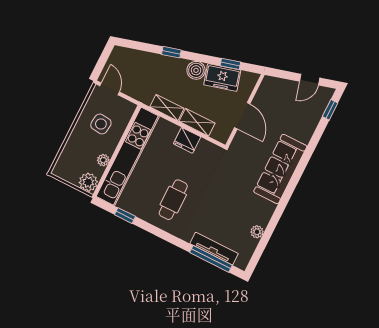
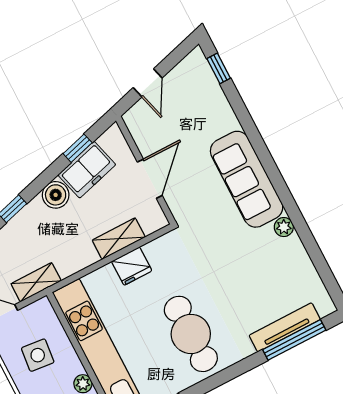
door: (310, 80) -> (148, 83), moved
shelving: (167, 108) -> (36, 282), moved
door: (242, 116) -> (150, 179), hinge flipped
cafe table: (173, 200) -> (191, 334), width x1.37, depth x1.35
plant: (257, 232) -> (284, 227), moved

